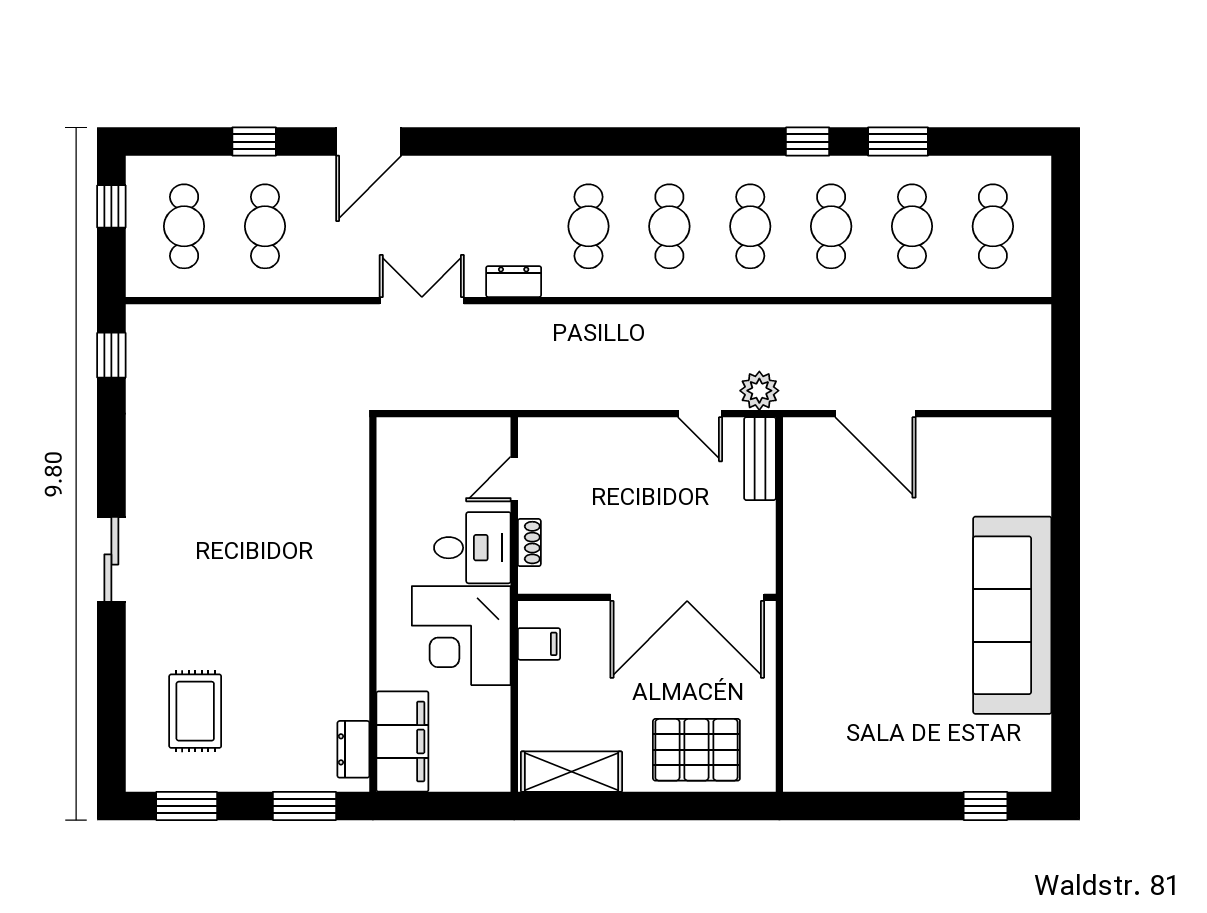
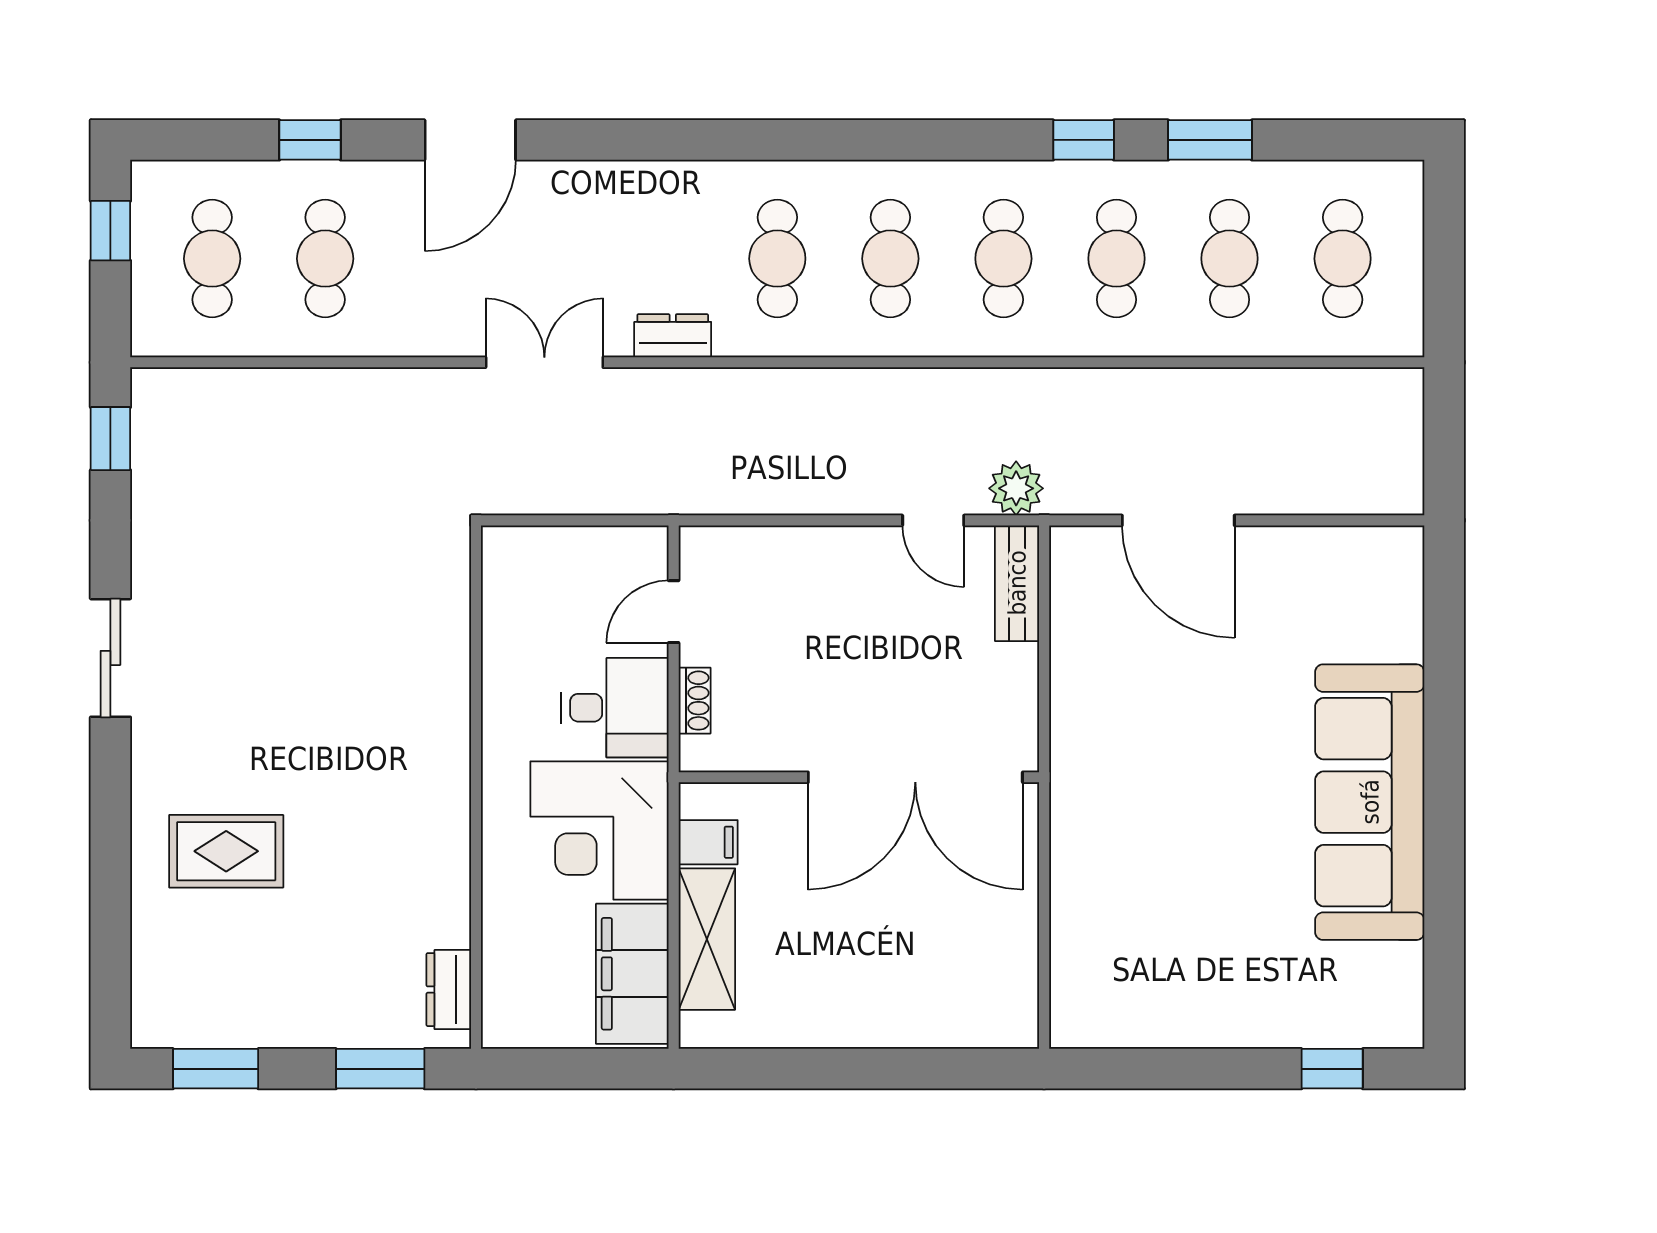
sliding door: (111, 559) -> (110, 658), moved
rug: (195, 711) -> (226, 851), moved, turned 90
filing cabinet: (402, 741) -> (632, 974), moved, turned 180
pallet: (696, 750) -> (928, 990), removed
shelving: (571, 772) -> (707, 939), moved, turned 90

